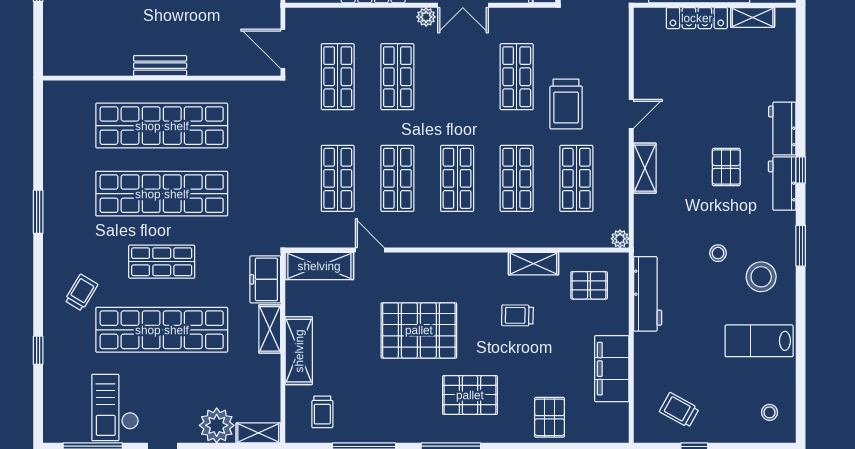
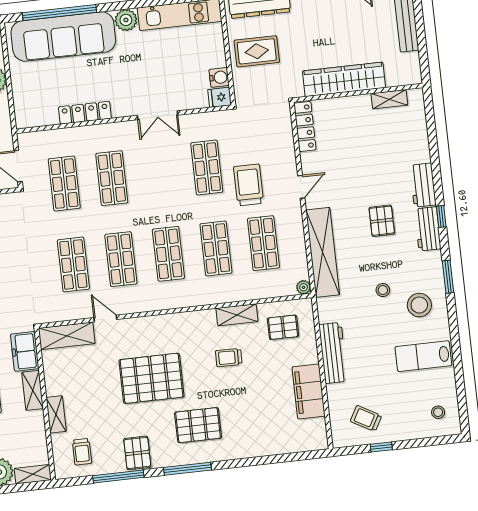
plant: (426, 17) -> (129, 128), removed
locker: (697, 18) -> (305, 126), moved, turned -90
trolley: (566, 104) -> (249, 185), turned 180
shelving: (645, 168) -> (323, 252), width x2.20, depth x1.33
workbench: (648, 294) -> (333, 353), moved
shelving: (299, 351) -> (56, 414), width x0.67, depth x0.75
pallet: (550, 417) -> (137, 453), moved

